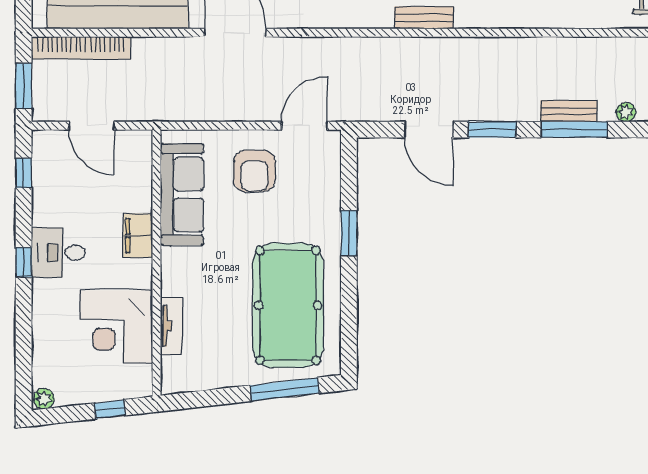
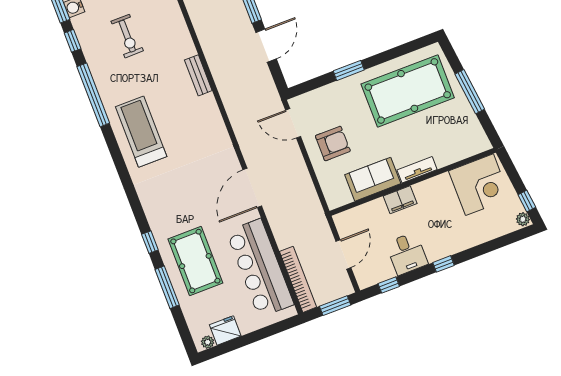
sofa: (182, 194) -> (373, 179), width x0.73
desk: (58, 253) -> (407, 253), moved
tv unit: (171, 326) -> (417, 170), moved
corner desk: (116, 327) -> (479, 185), moved
window: (285, 389) -> (470, 92), moved
window: (110, 409) -> (527, 201), moved

